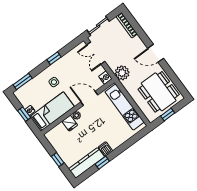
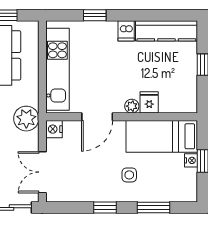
double door: (96, 53) -> (42, 172), swing flipped
window: (23, 81) -> (154, 208), moved
door: (89, 98) -> (97, 117), hinge flipped
window: (102, 163) -> (95, 15), moved

